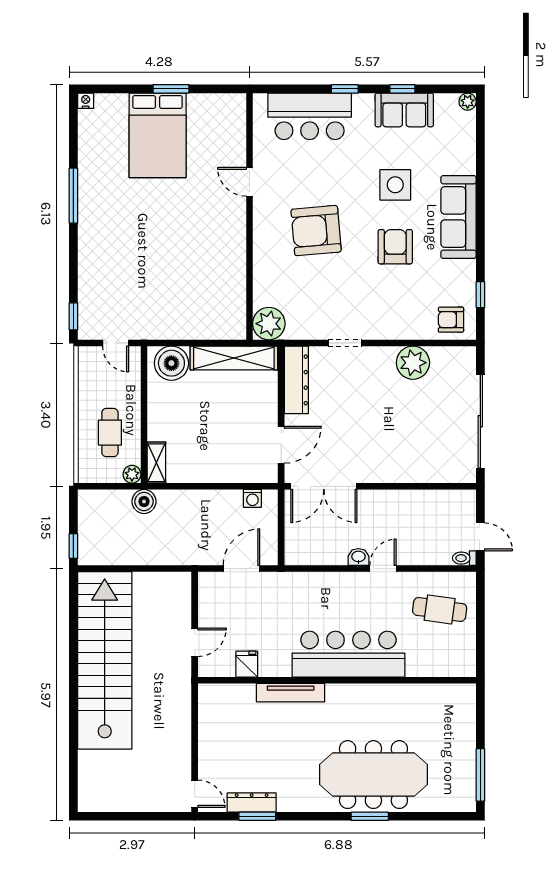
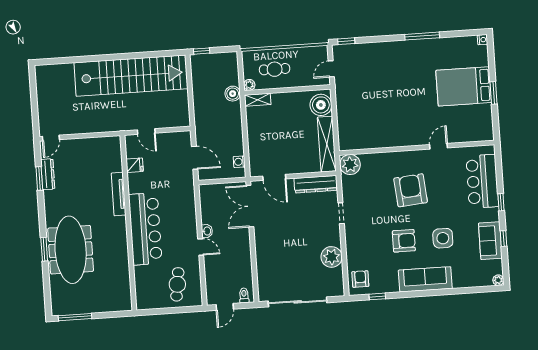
toilet: (464, 558) -> (244, 295), moved

